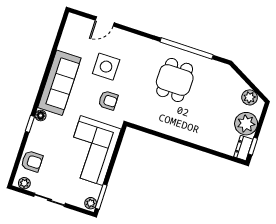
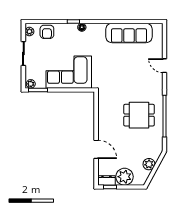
door: (105, 21) -> (165, 66), moved
side table: (106, 67) -> (132, 63), removed
sofa: (59, 83) -> (129, 33), moved
plant: (250, 97) -> (149, 164), moved
armchair: (108, 100) -> (109, 72), removed
door: (200, 148) -> (96, 149), added

